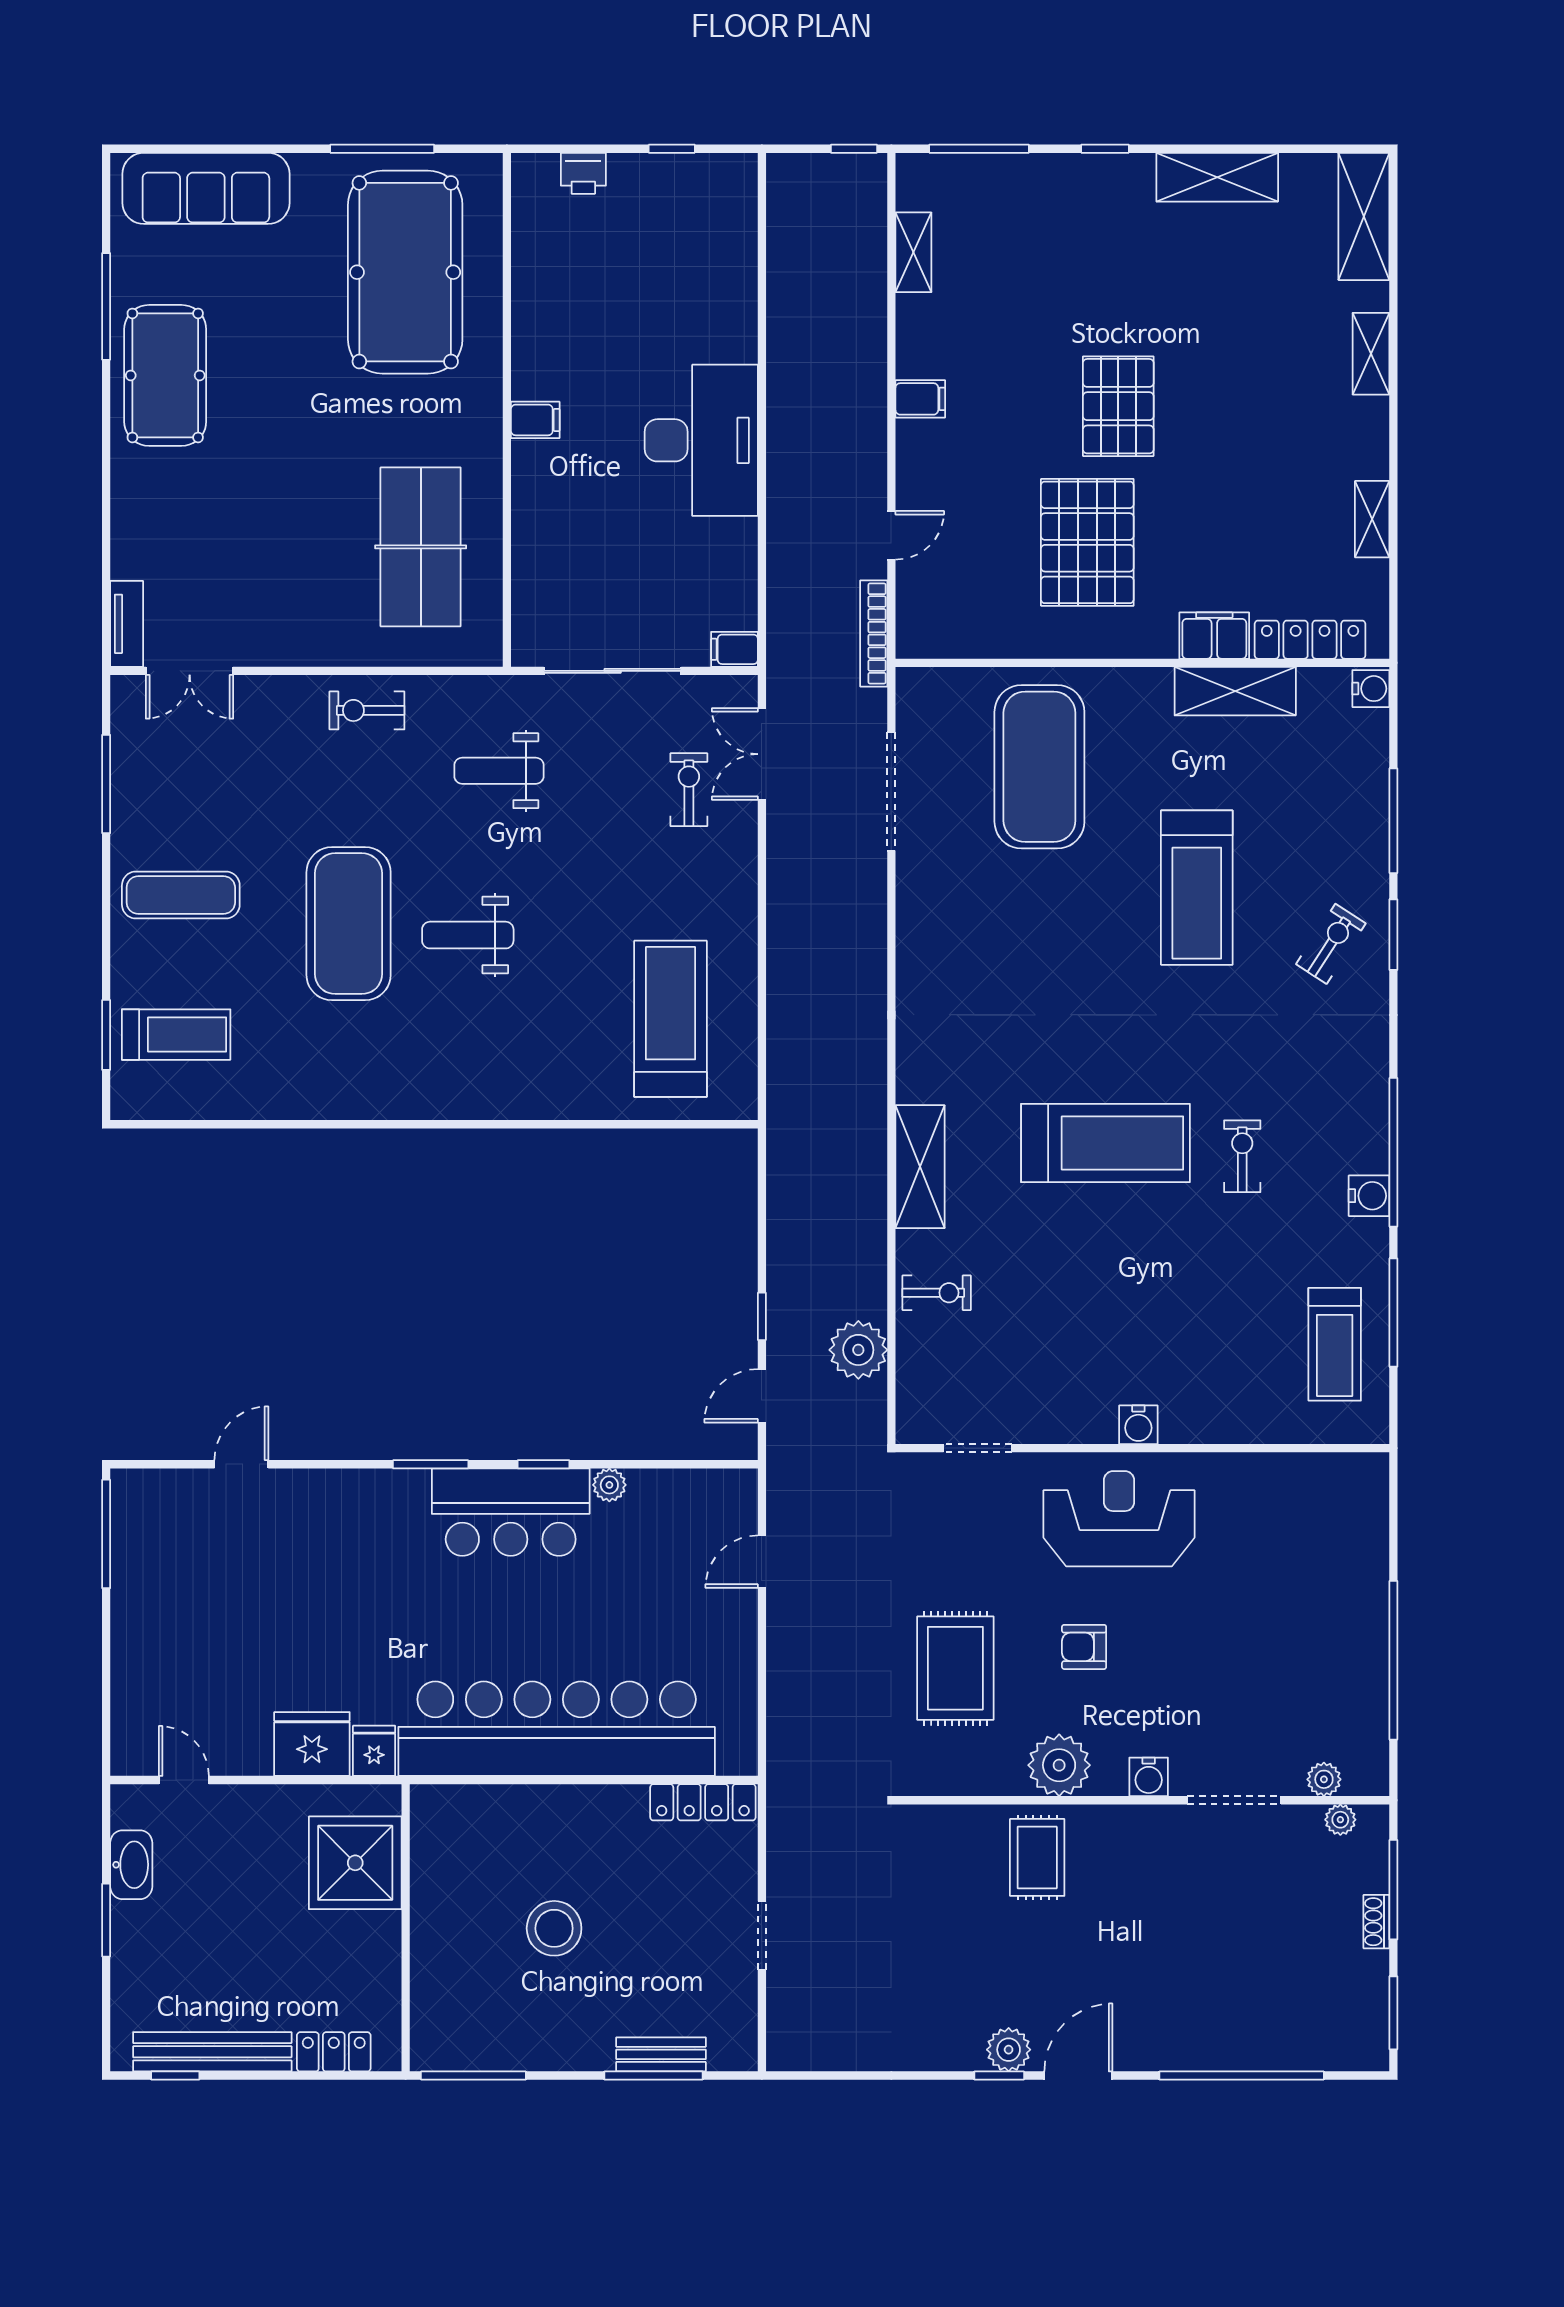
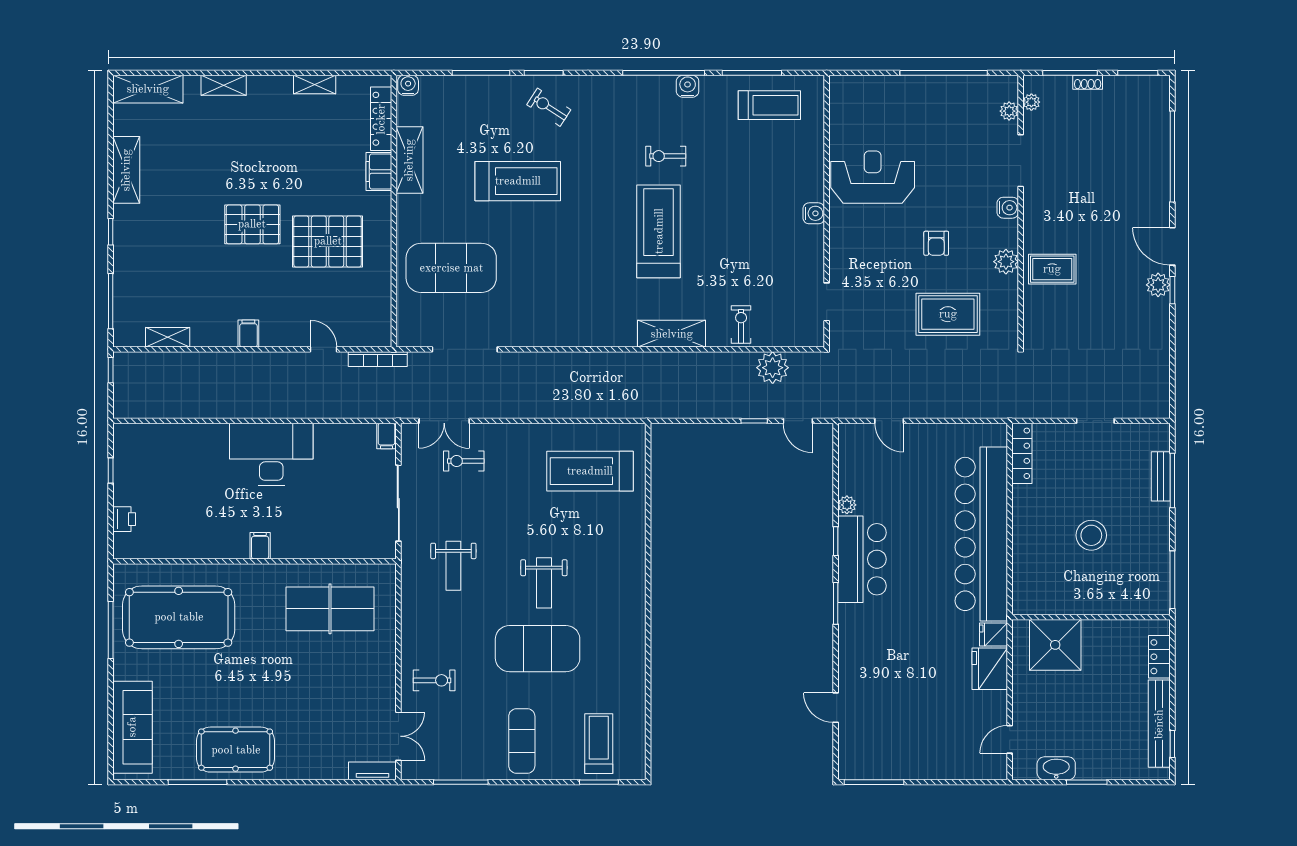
exercise bike: (367, 710) -> (434, 680), moved, turned -90
reception desk: (1119, 1519) -> (873, 177), moved, turned 90
plant: (1059, 1765) -> (1006, 262), width x0.73, depth x0.73

